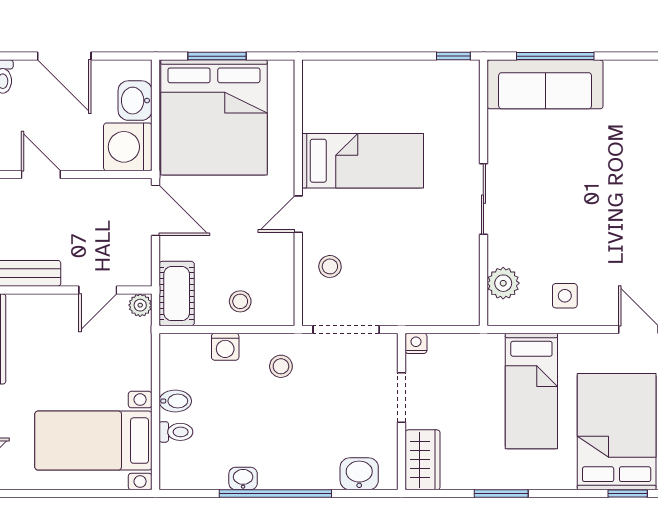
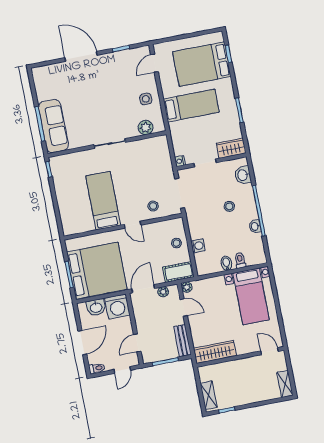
plant: (140, 252) -> (163, 292), added
stool: (281, 366) -> (229, 206), moved

